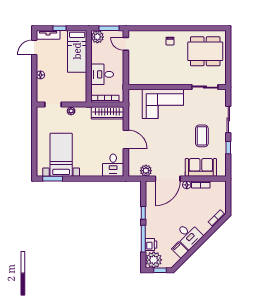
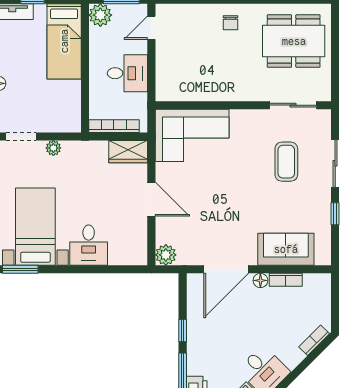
door: (126, 44) -> (151, 28), hinge flipped
desk: (102, 74) -> (127, 73), moved, turned 180
corner sofa: (163, 104) -> (192, 135), moved
wardrobe: (107, 113) -> (128, 152), width x0.67
coffee table: (202, 136) -> (286, 162), moved
desk: (113, 165) -> (89, 245), moved
plant: (146, 171) -> (166, 255), moved

